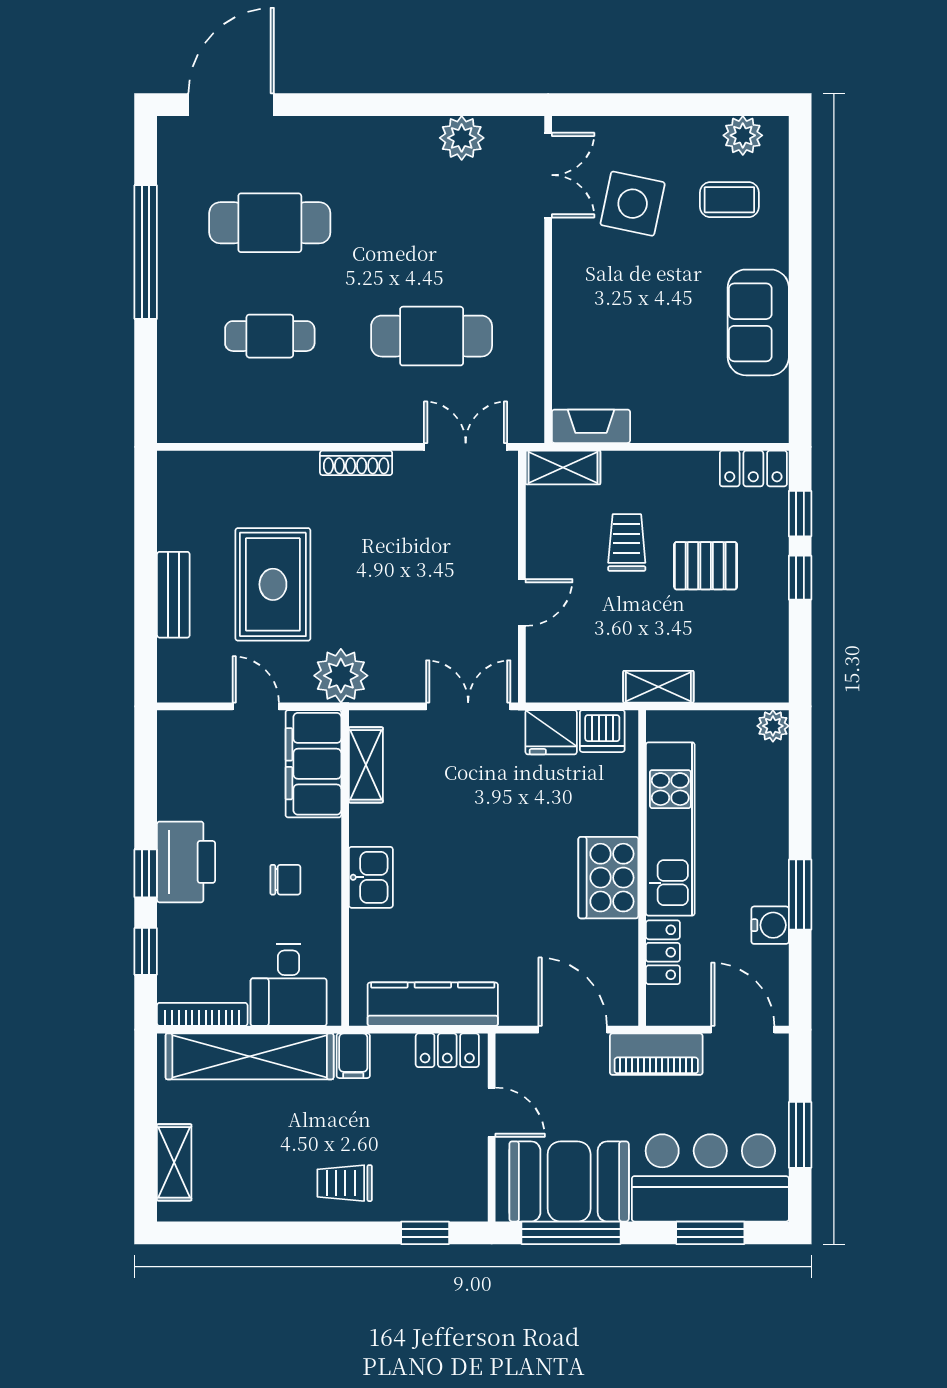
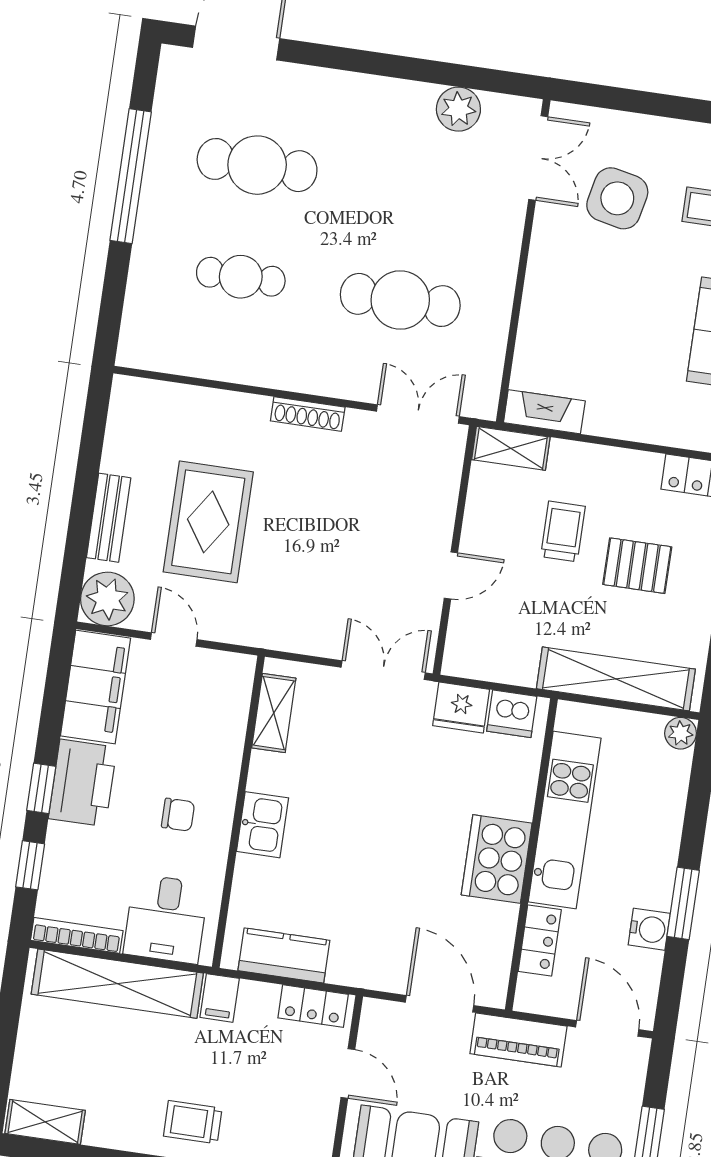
plant: (341, 676) -> (107, 599), moved
shelving: (658, 687) -> (616, 679), width x2.20, depth x1.33
filing cabinet: (313, 764) -> (95, 687), moved, turned 180
kitchen counter: (433, 1004) -> (284, 955), width x0.67
shelving: (174, 1162) -> (45, 1122), moved, turned 90

